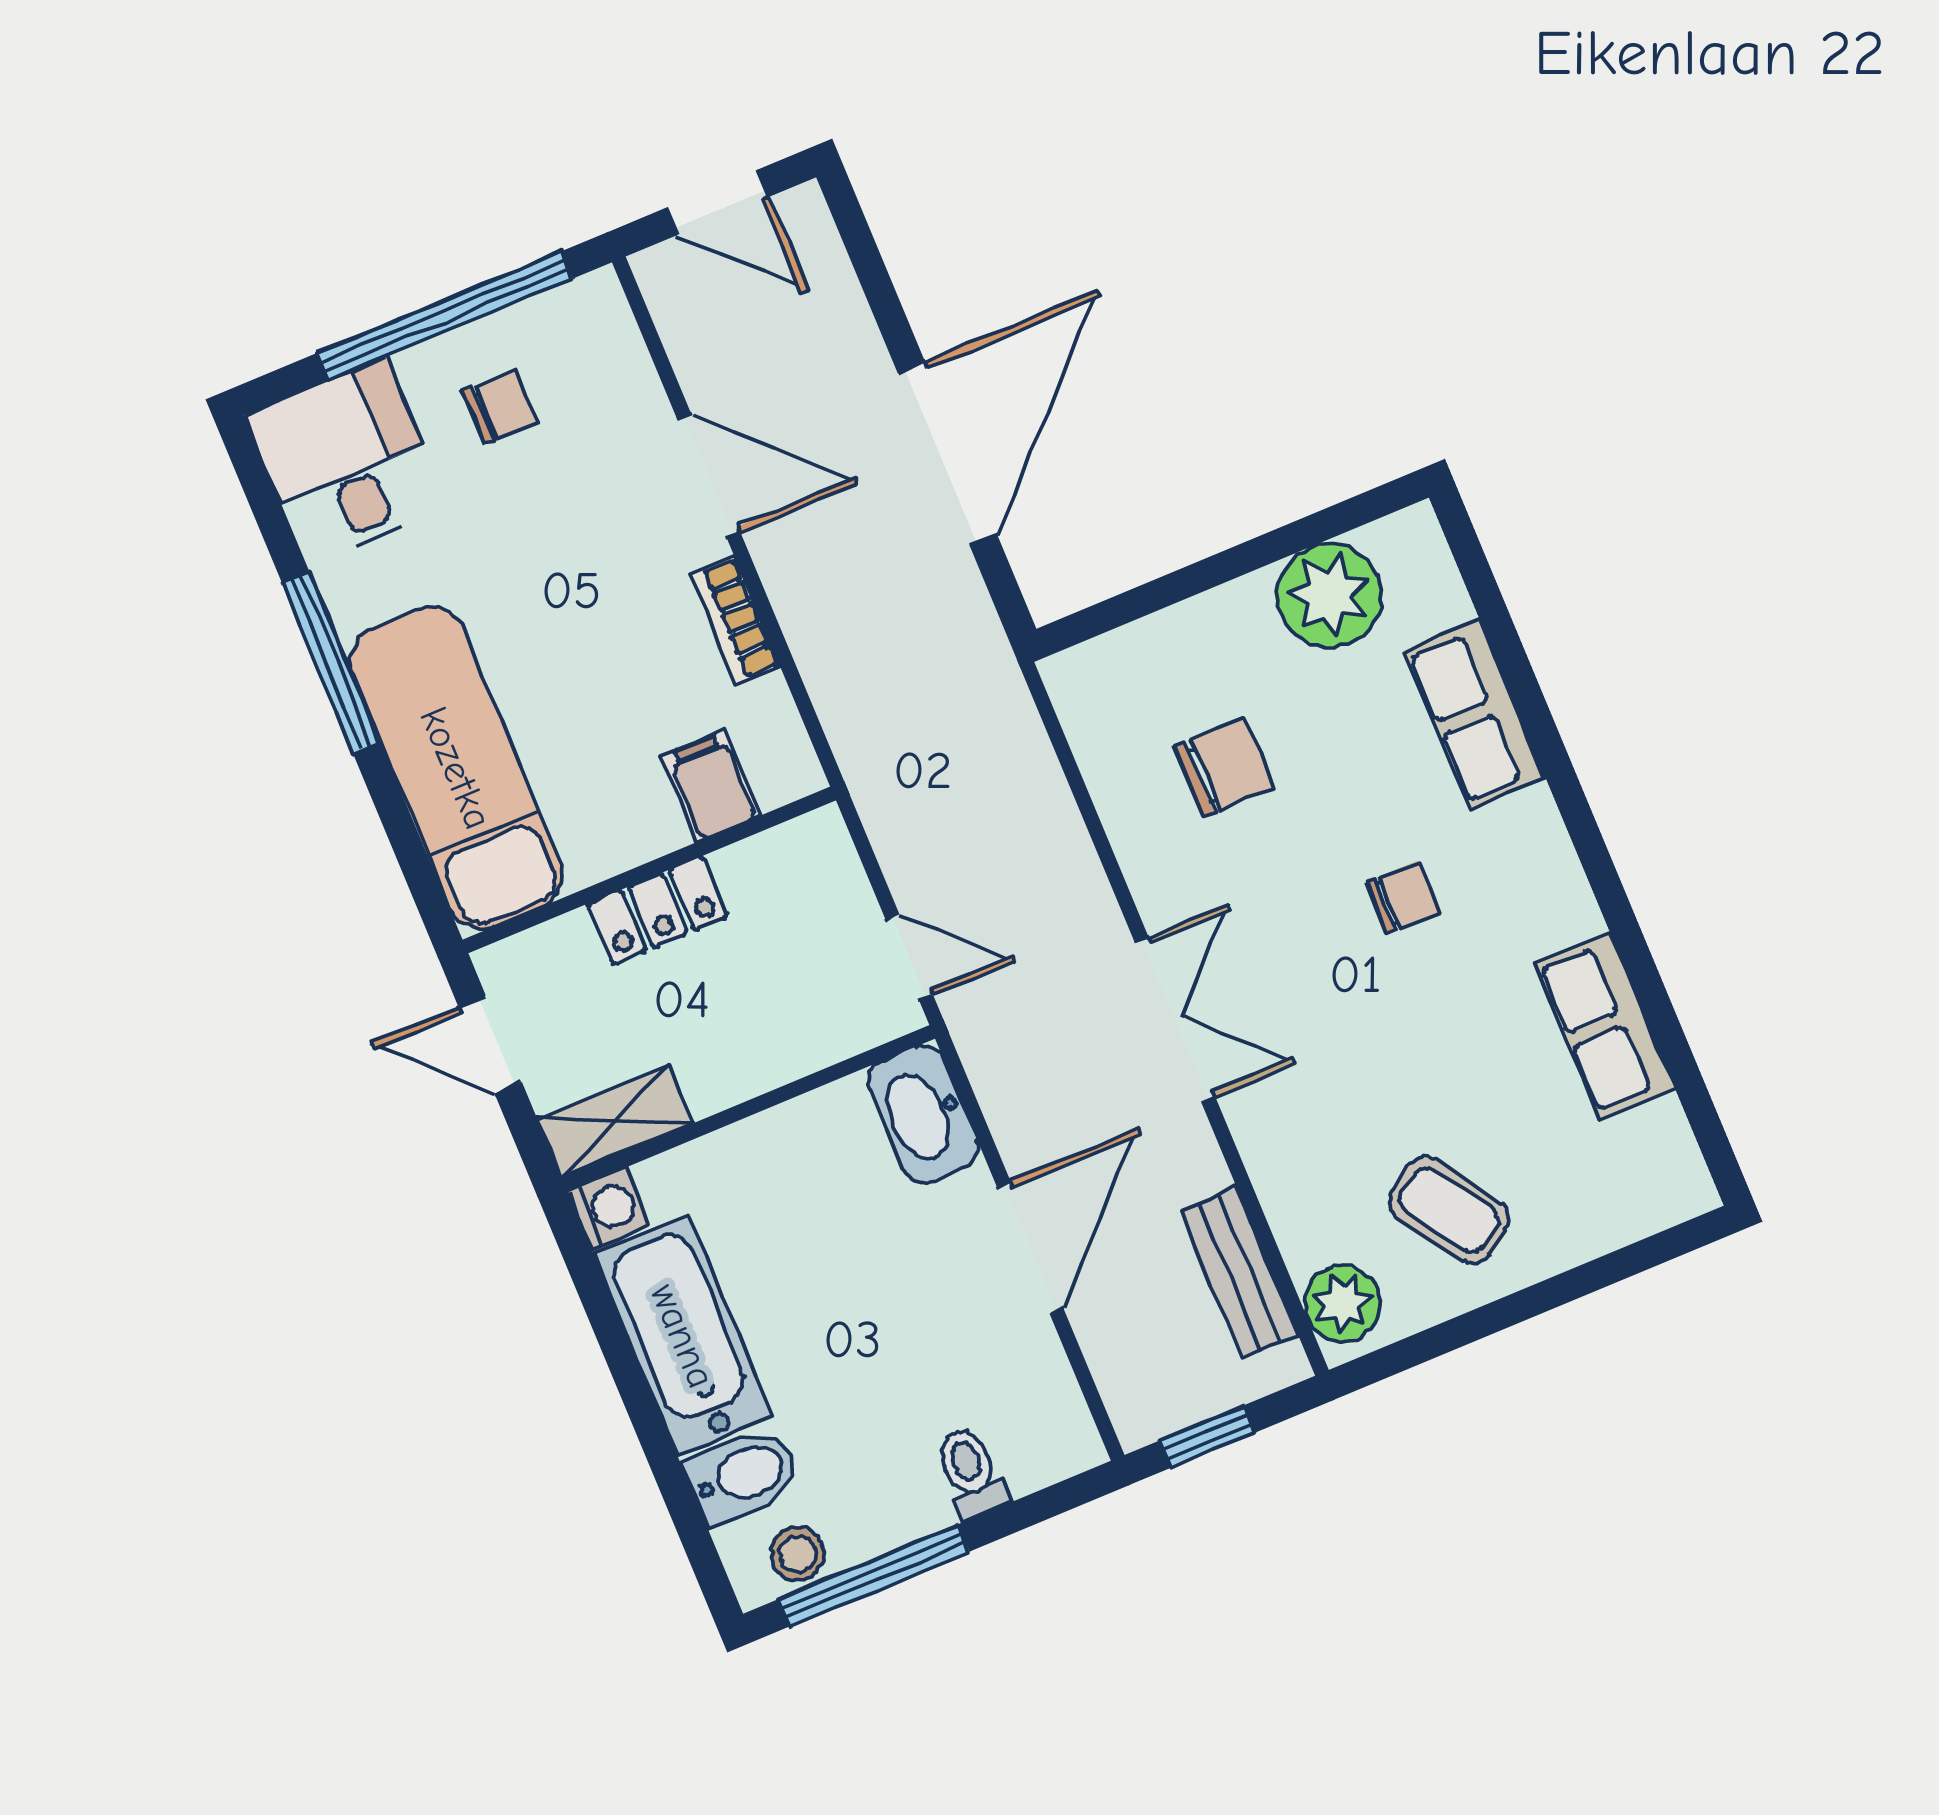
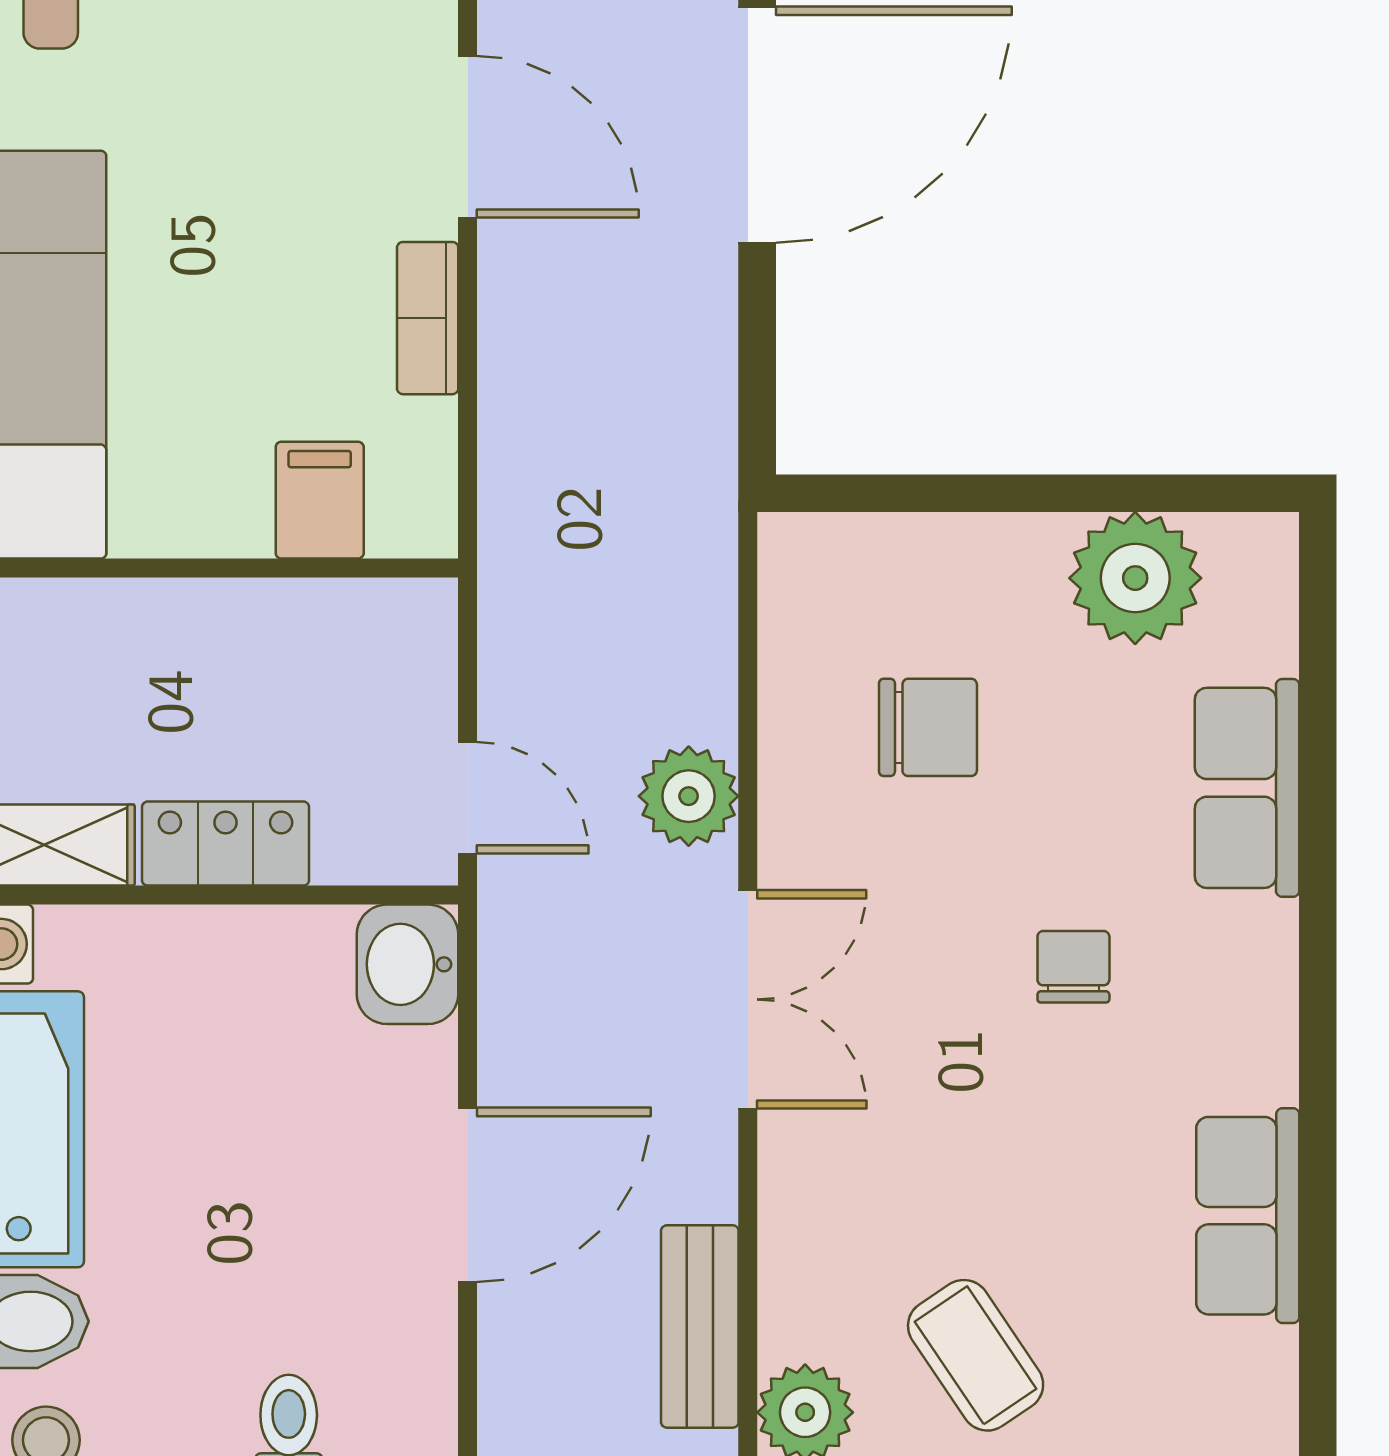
door: (947, 454) -> (757, 125), moved
plant: (1070, 890) -> (689, 796), added
chair: (1402, 897) -> (1073, 967), turned -90
locker: (658, 910) -> (226, 844), moved, turned 180
washbasin: (923, 1114) -> (407, 964), width x0.72

